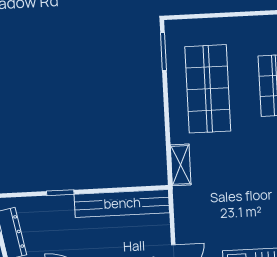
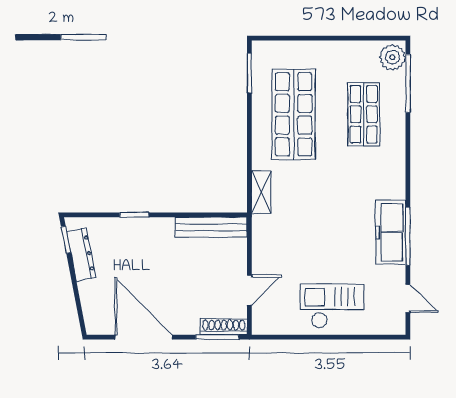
bench: (122, 203) -> (211, 227), width x0.73, depth x0.82

